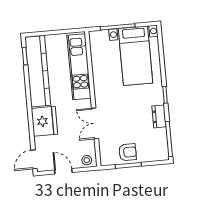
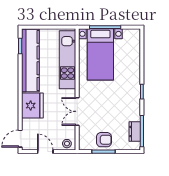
bed with nightstands: (135, 56) -> (100, 54), moved
dresser: (159, 116) -> (135, 132), moved

